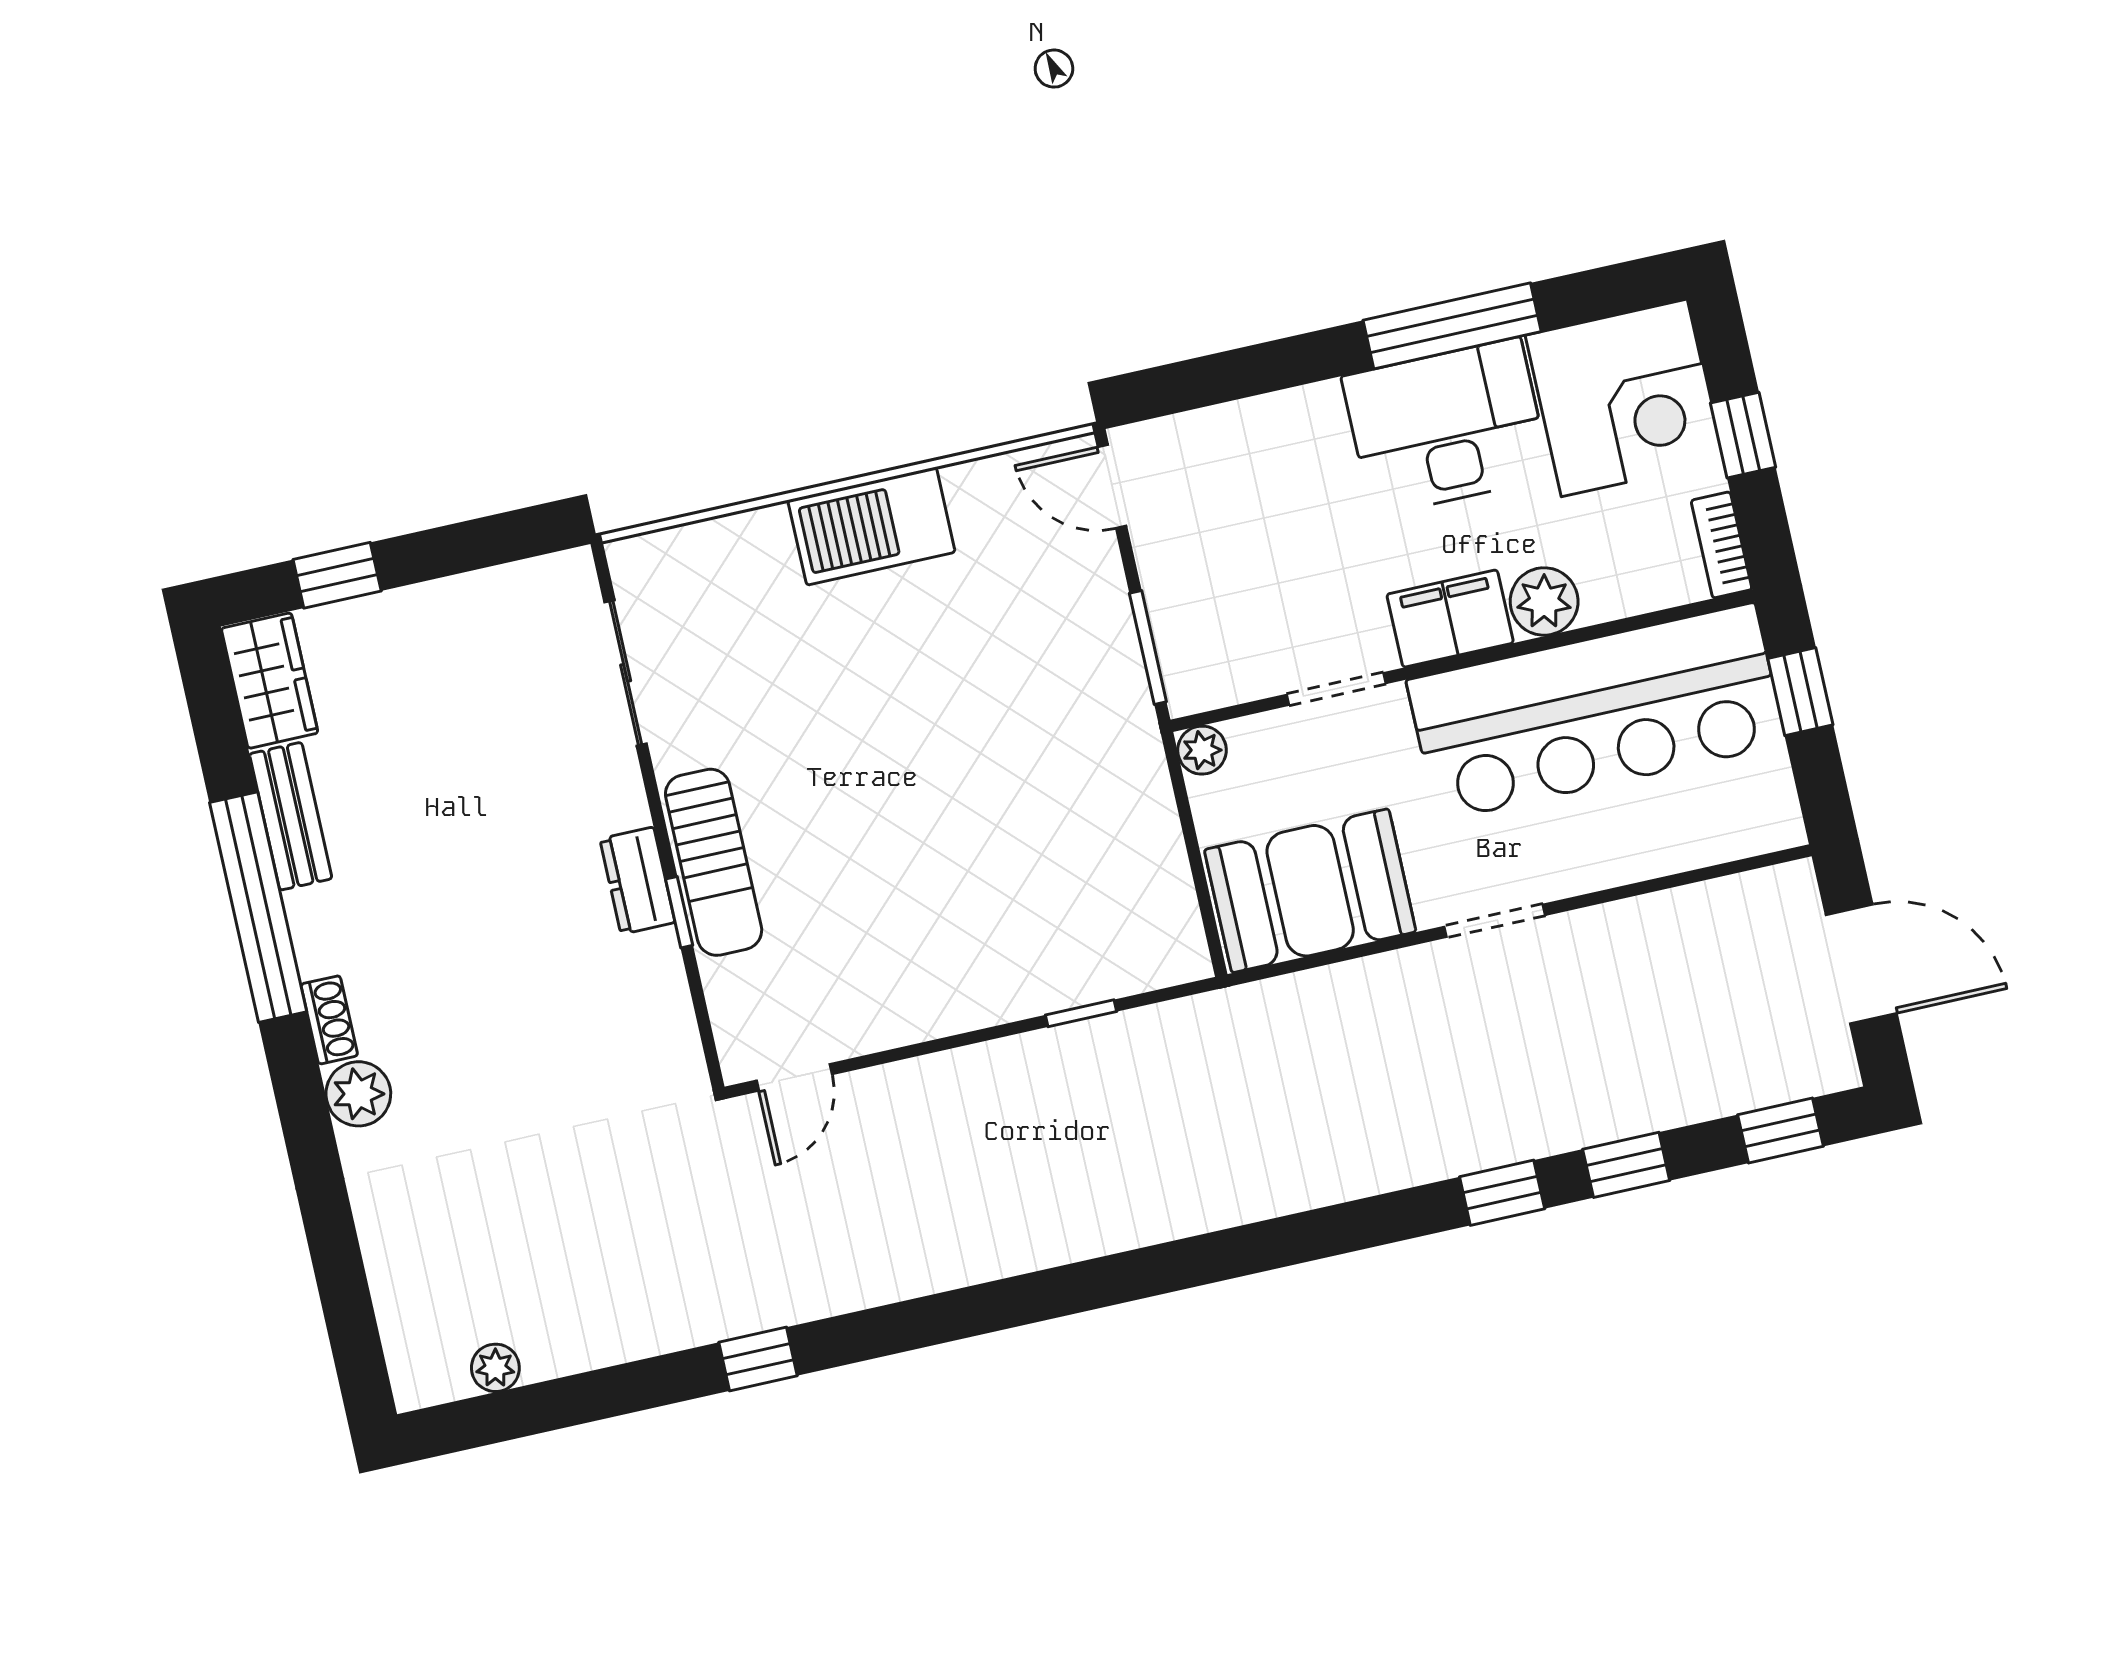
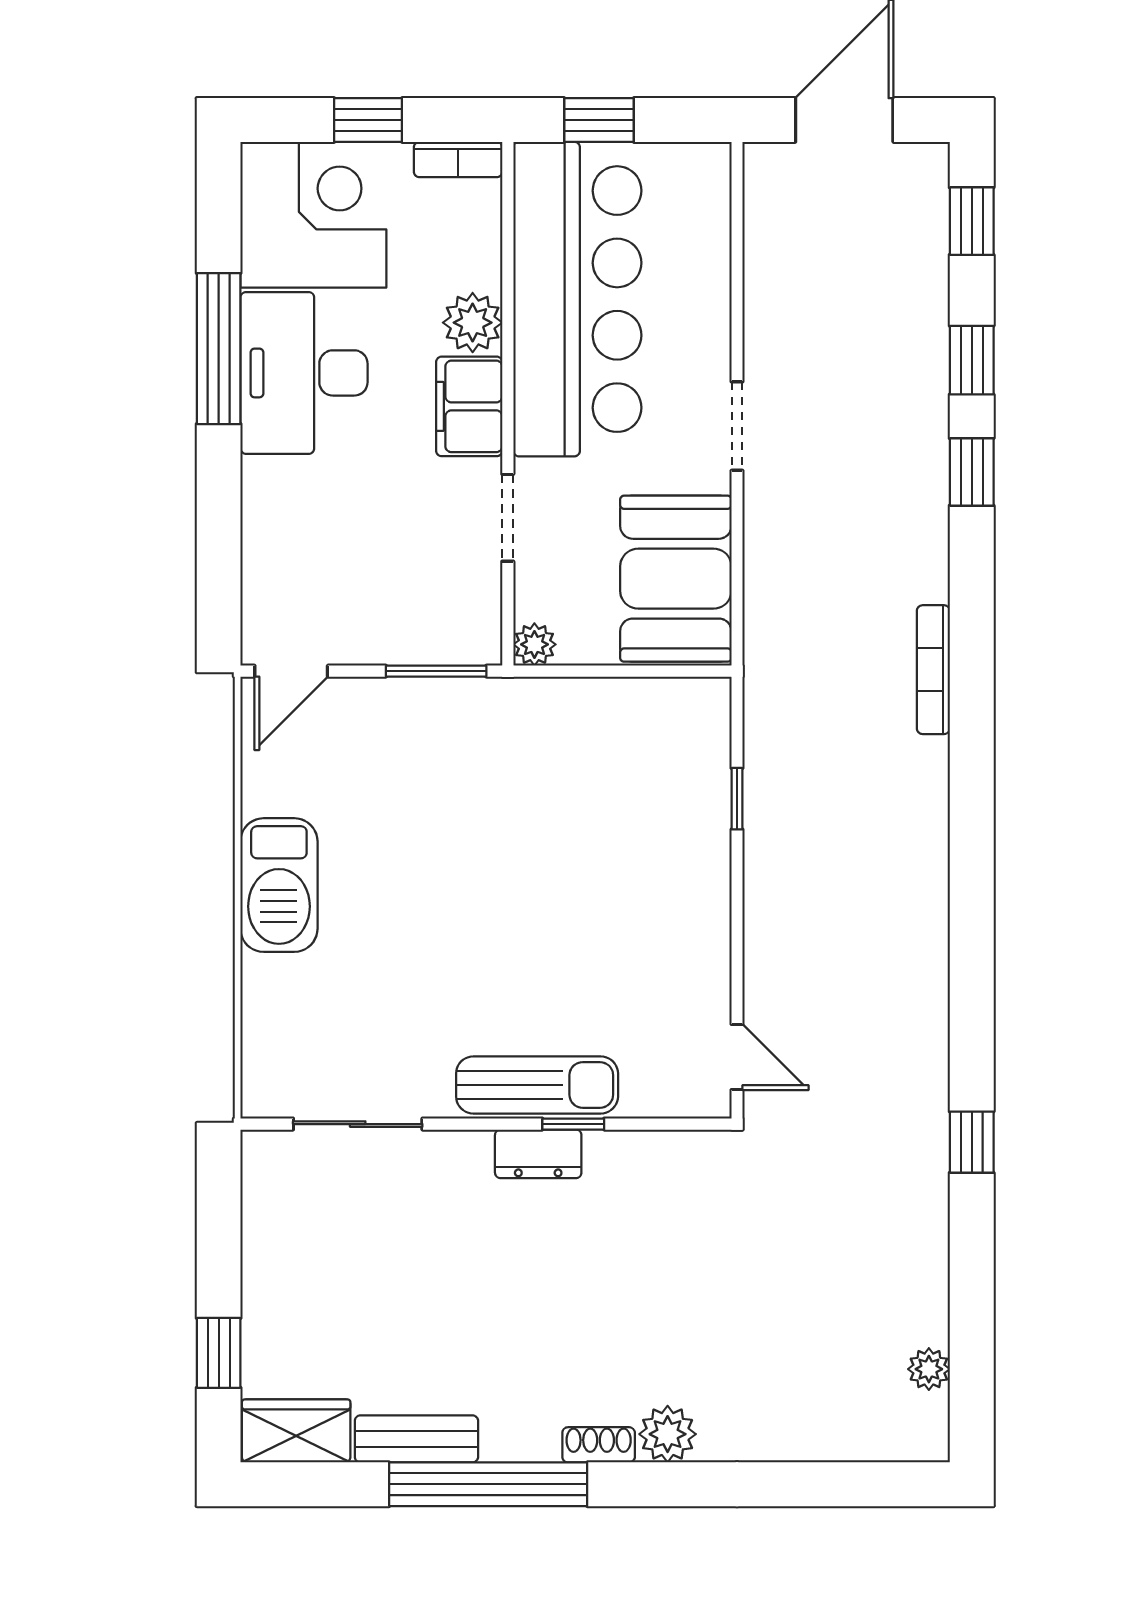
bookcase: (1273, 1199) -> (933, 670), added

